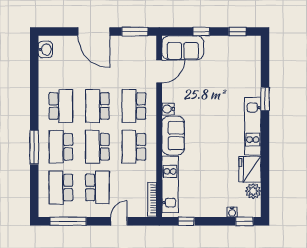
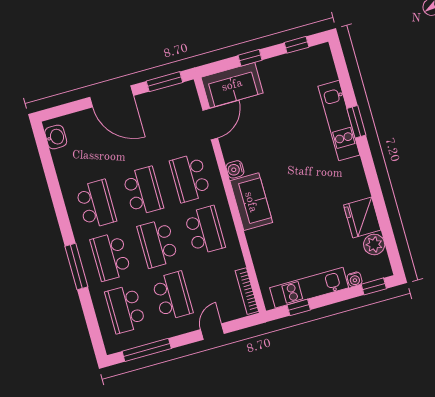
school desk: (97, 106) -> (143, 191), turned 180
kitchen unit: (253, 126) -> (339, 121), moved
school desk: (134, 147) -> (205, 230), turned 180
kitchen unit: (170, 184) -> (309, 288), moved, turned -90

